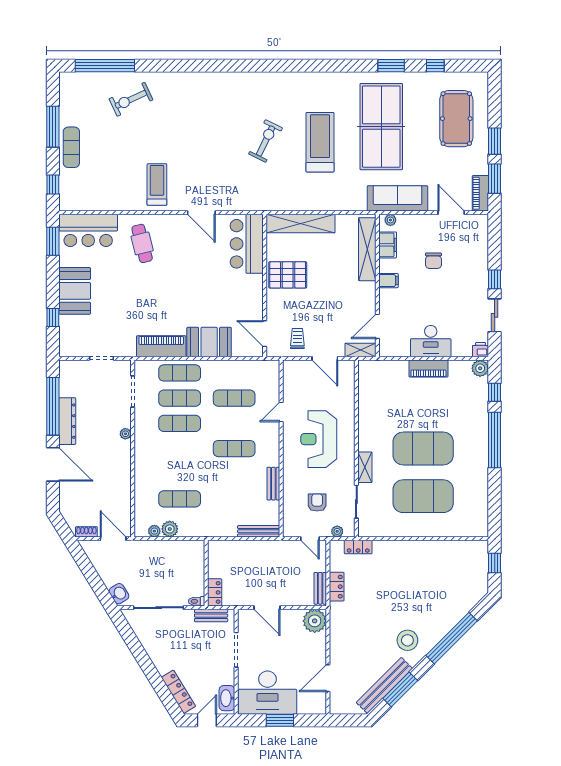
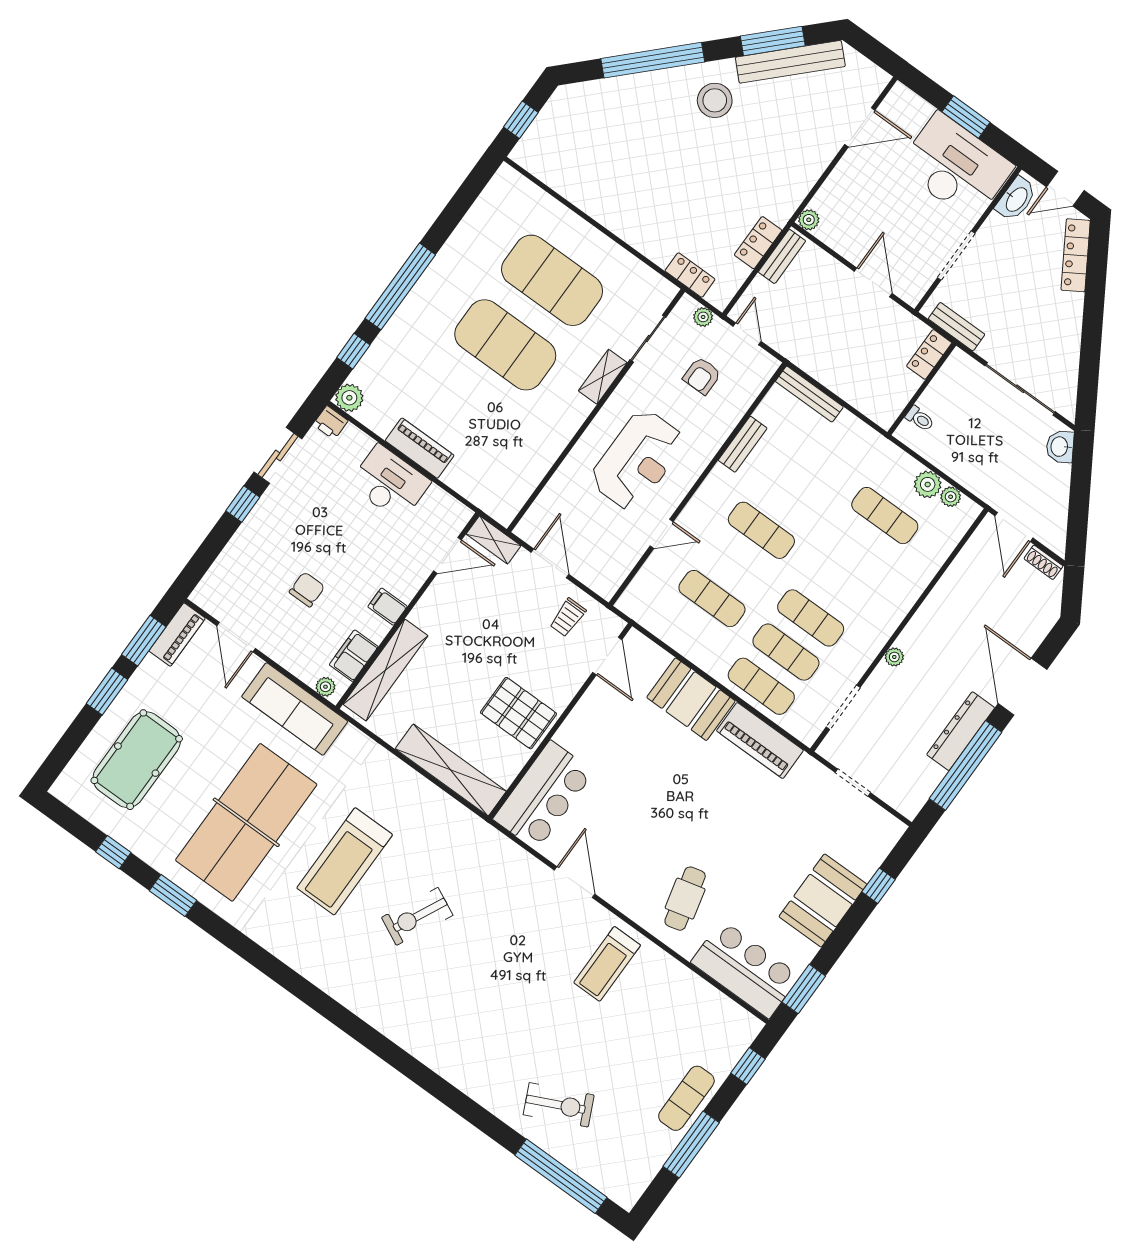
toilet: (197, 601) -> (920, 419), moved
plant: (315, 621) -> (809, 220), width x0.53, depth x0.53

